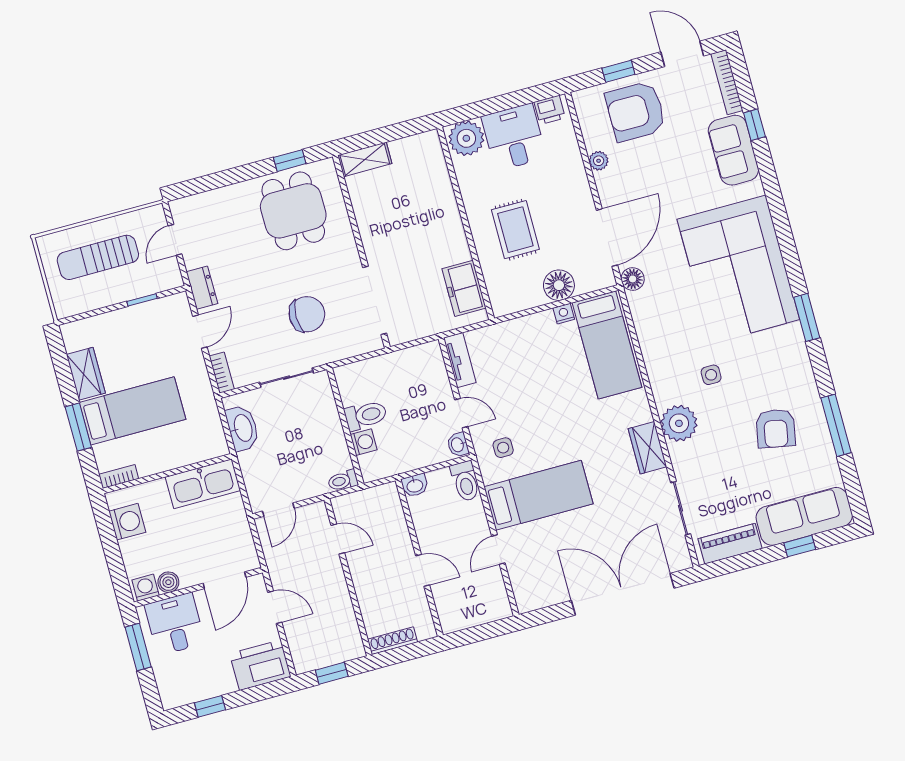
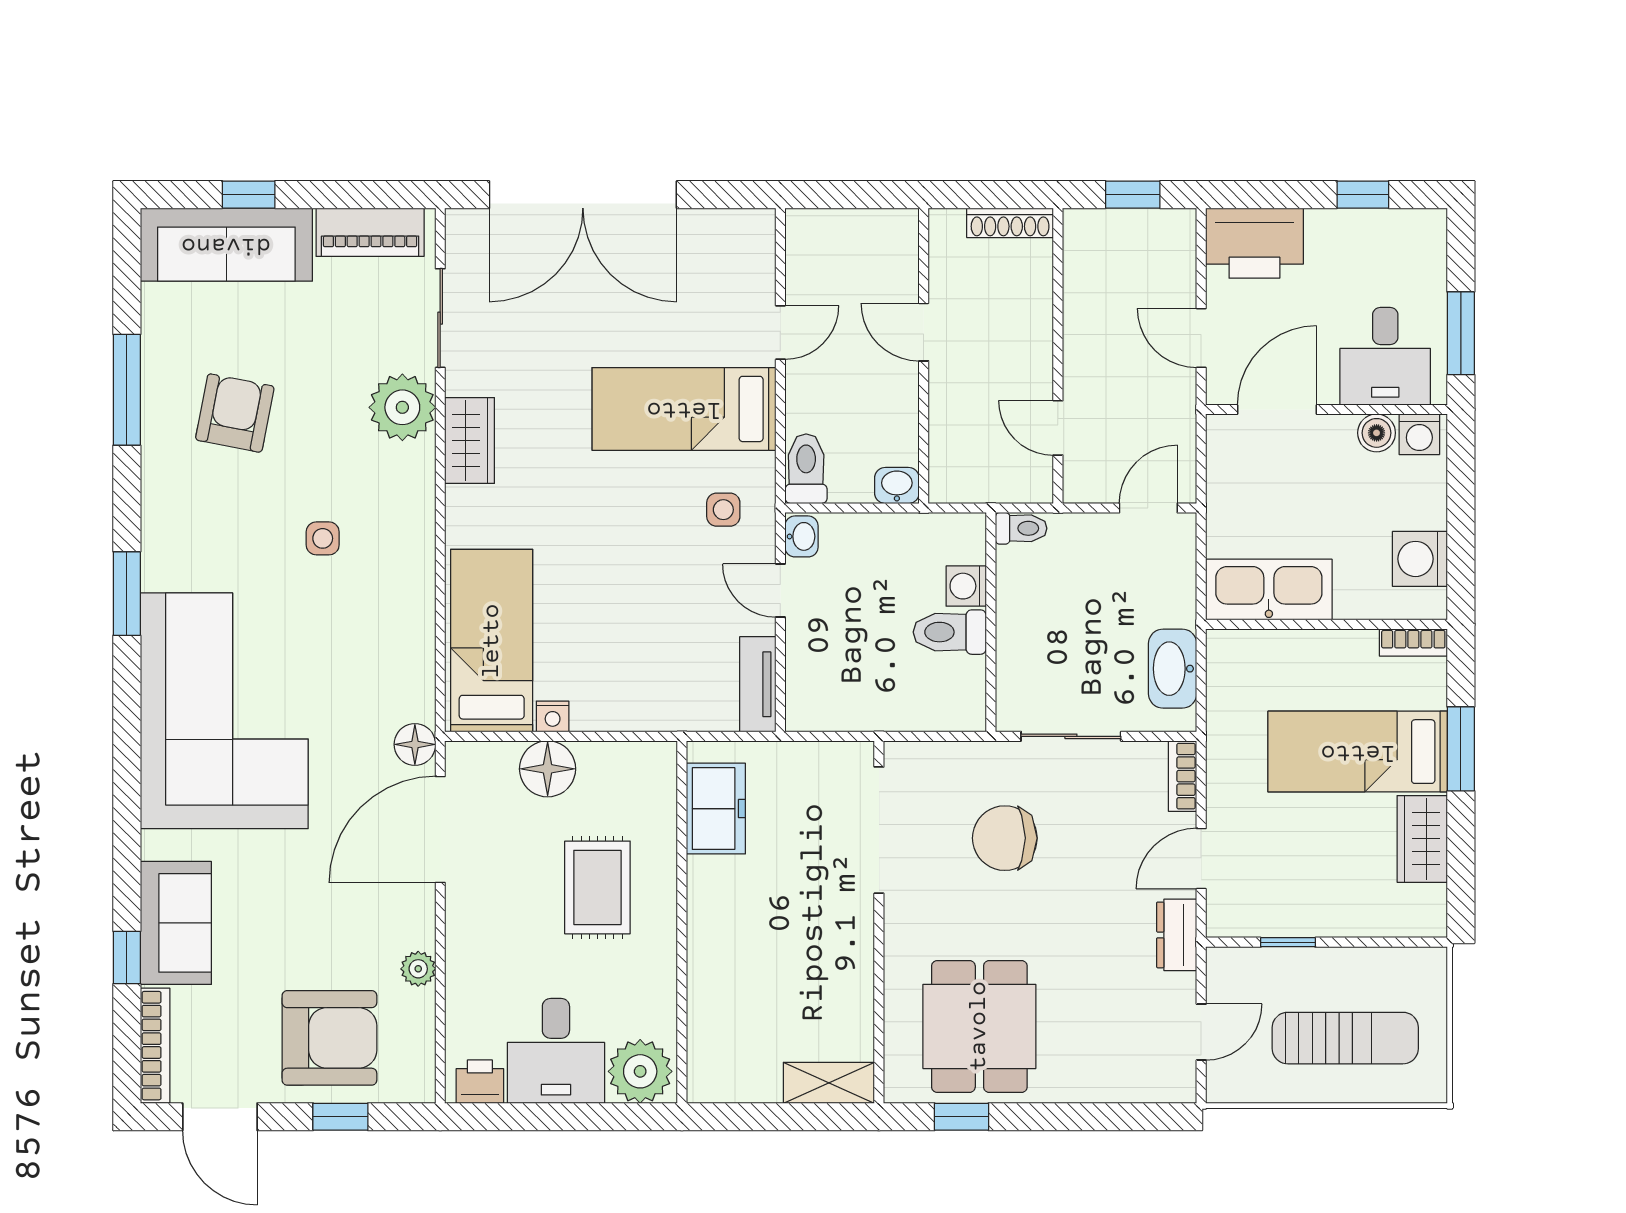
plant: (679, 423) -> (402, 407), moved

